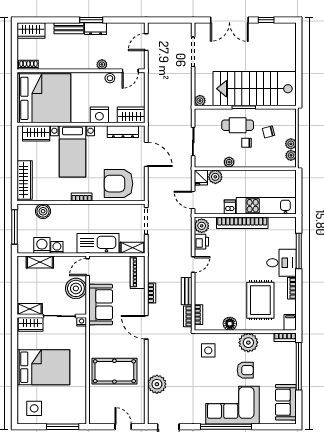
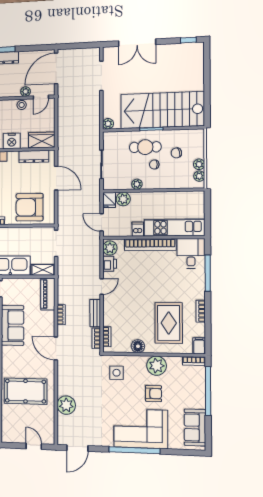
window: (266, 20) -> (188, 40), moved
door: (146, 42) -> (56, 68), width x1.87
plant: (102, 64) -> (26, 92), moved
desk: (282, 263) -> (191, 253), moved, turned -90

